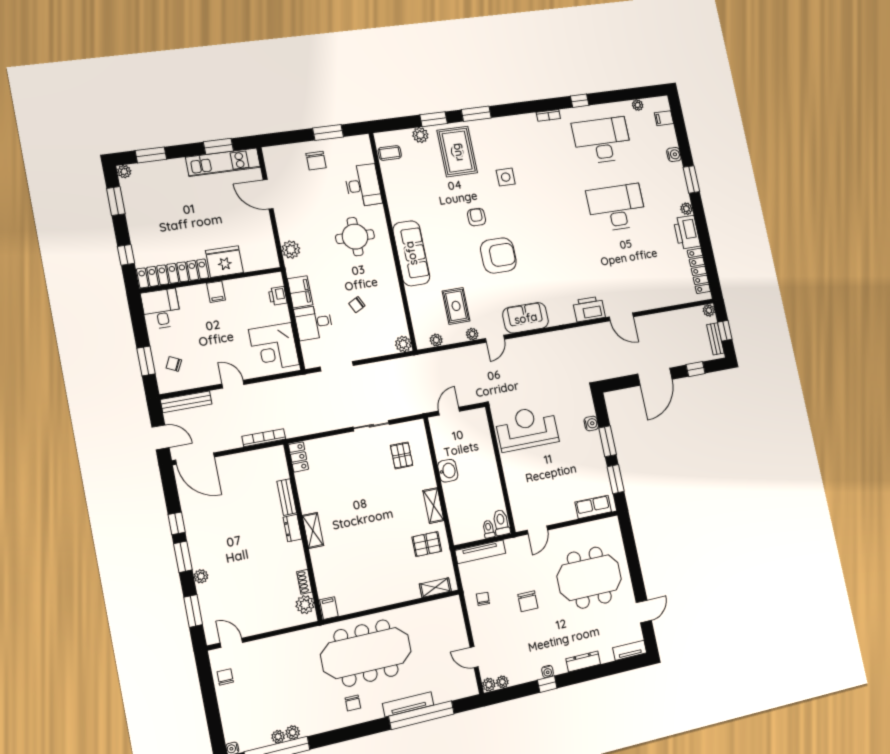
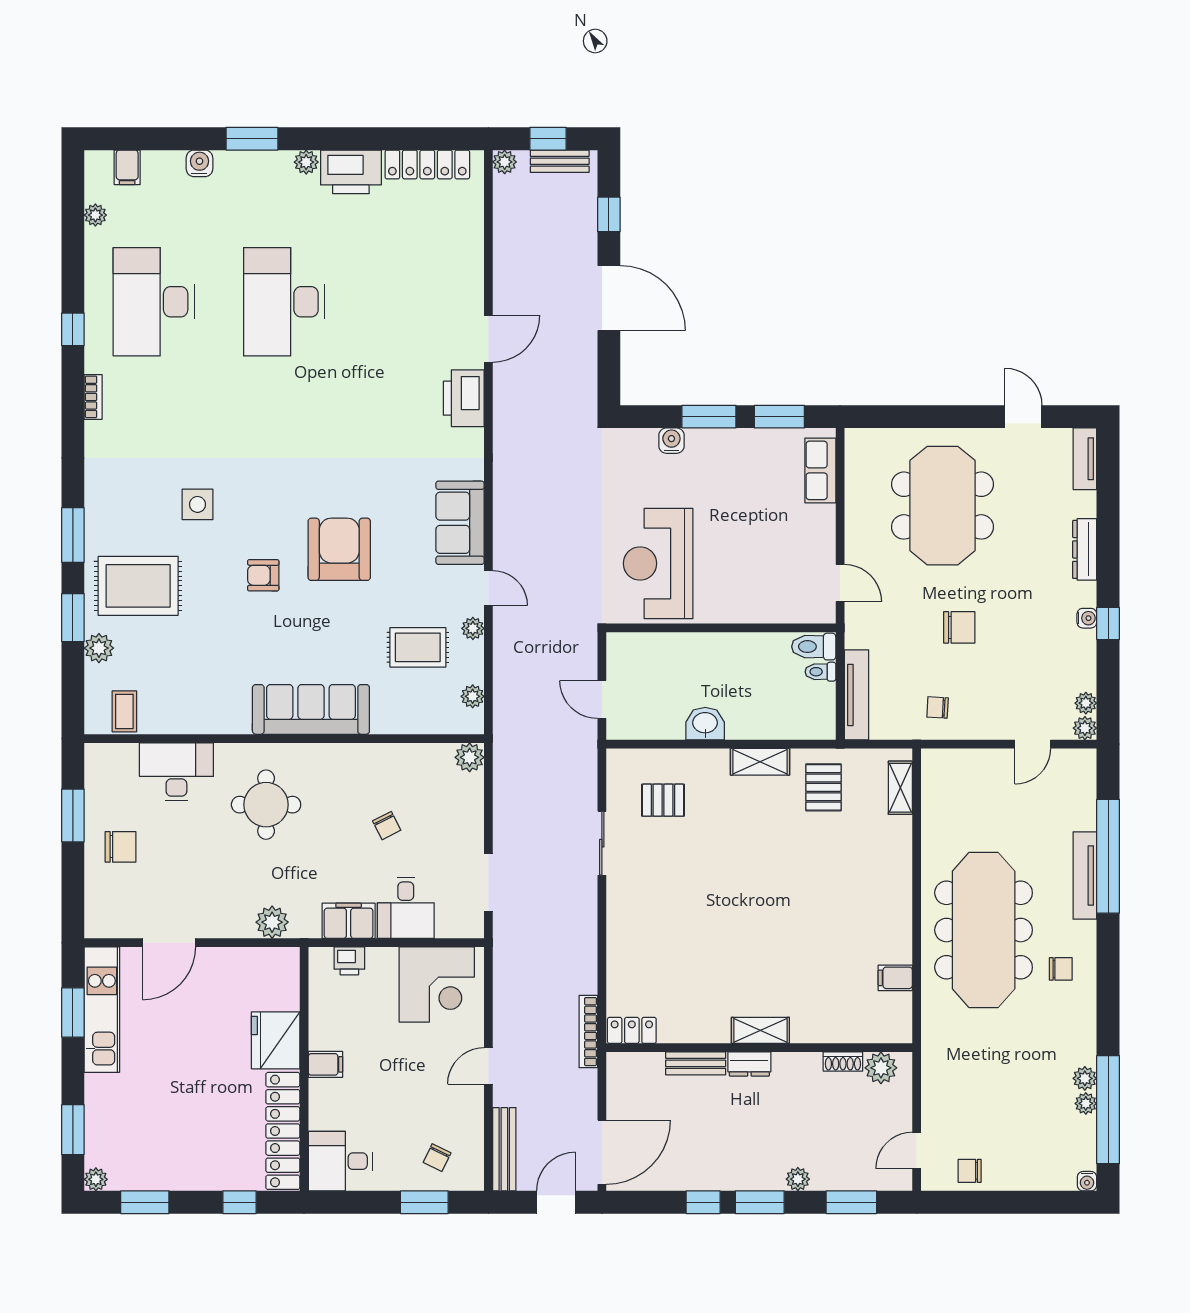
locker: (298, 457) -> (632, 1030), moved
bench: (287, 497) -> (696, 1063), moved
dresser: (292, 528) -> (749, 1064), moved
shelving: (313, 530) -> (760, 1030), moved
wall: (303, 532) -> (759, 1048), moved
shoe rack: (304, 582) -> (843, 1061), moved
plant: (305, 605) -> (881, 1068), moved

